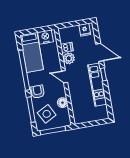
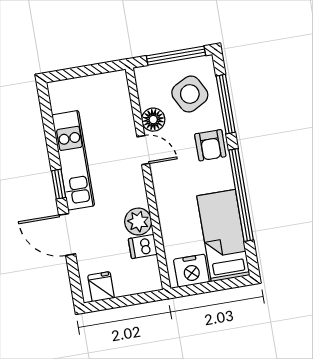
door: (65, 77) -> (143, 150), moved

